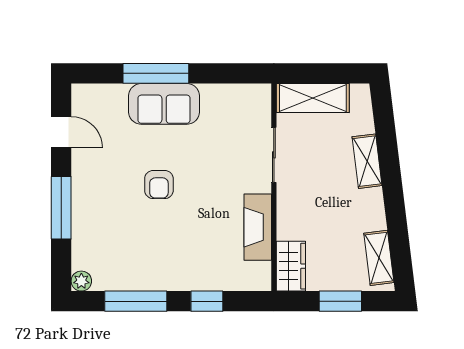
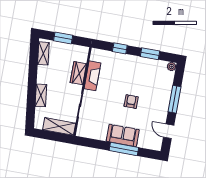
wardrobe: (291, 266) -> (78, 73), moved
window: (136, 301) -> (150, 54), width x0.69

